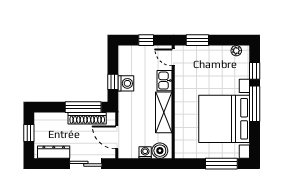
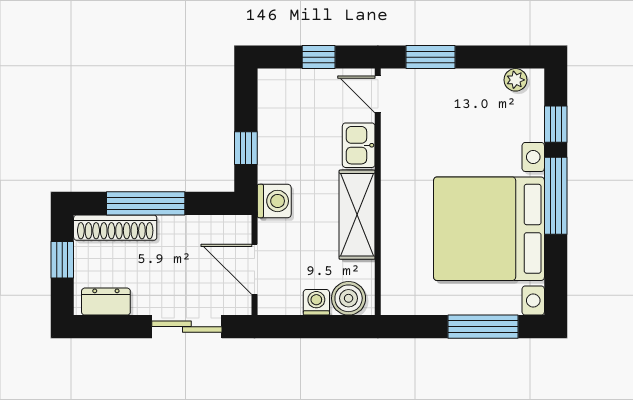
washing machine: (126, 83) -> (274, 201), moved
window: (83, 107) -> (146, 203), moved
shoe rack: (87, 118) -> (115, 228), moved
dresser: (54, 152) -> (106, 302), width x0.70

